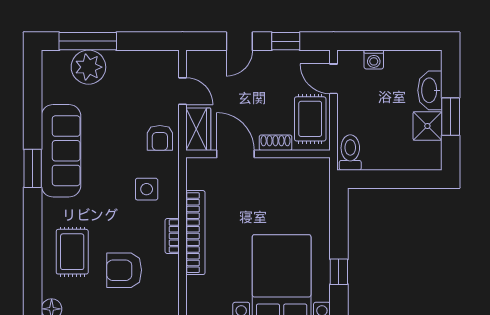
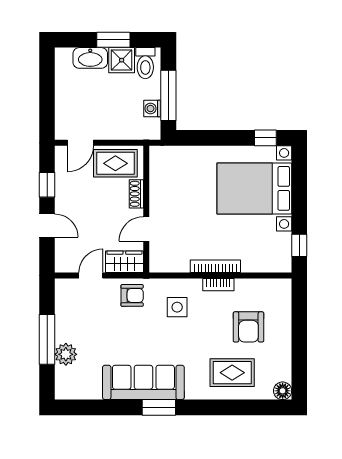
window: (88, 41) -> (47, 339), moved
washing machine: (374, 59) -> (152, 109), moved, turned 180
plant: (88, 67) -> (66, 354), width x0.73, depth x0.73
toilet: (350, 152) -> (145, 63), moved, turned -90
door: (235, 154) -> (146, 229), width x0.73
window: (387, 179) -> (168, 95), added
bookcase: (195, 233) -> (215, 266), width x0.68, depth x0.76
window: (339, 272) -> (265, 138), moved

